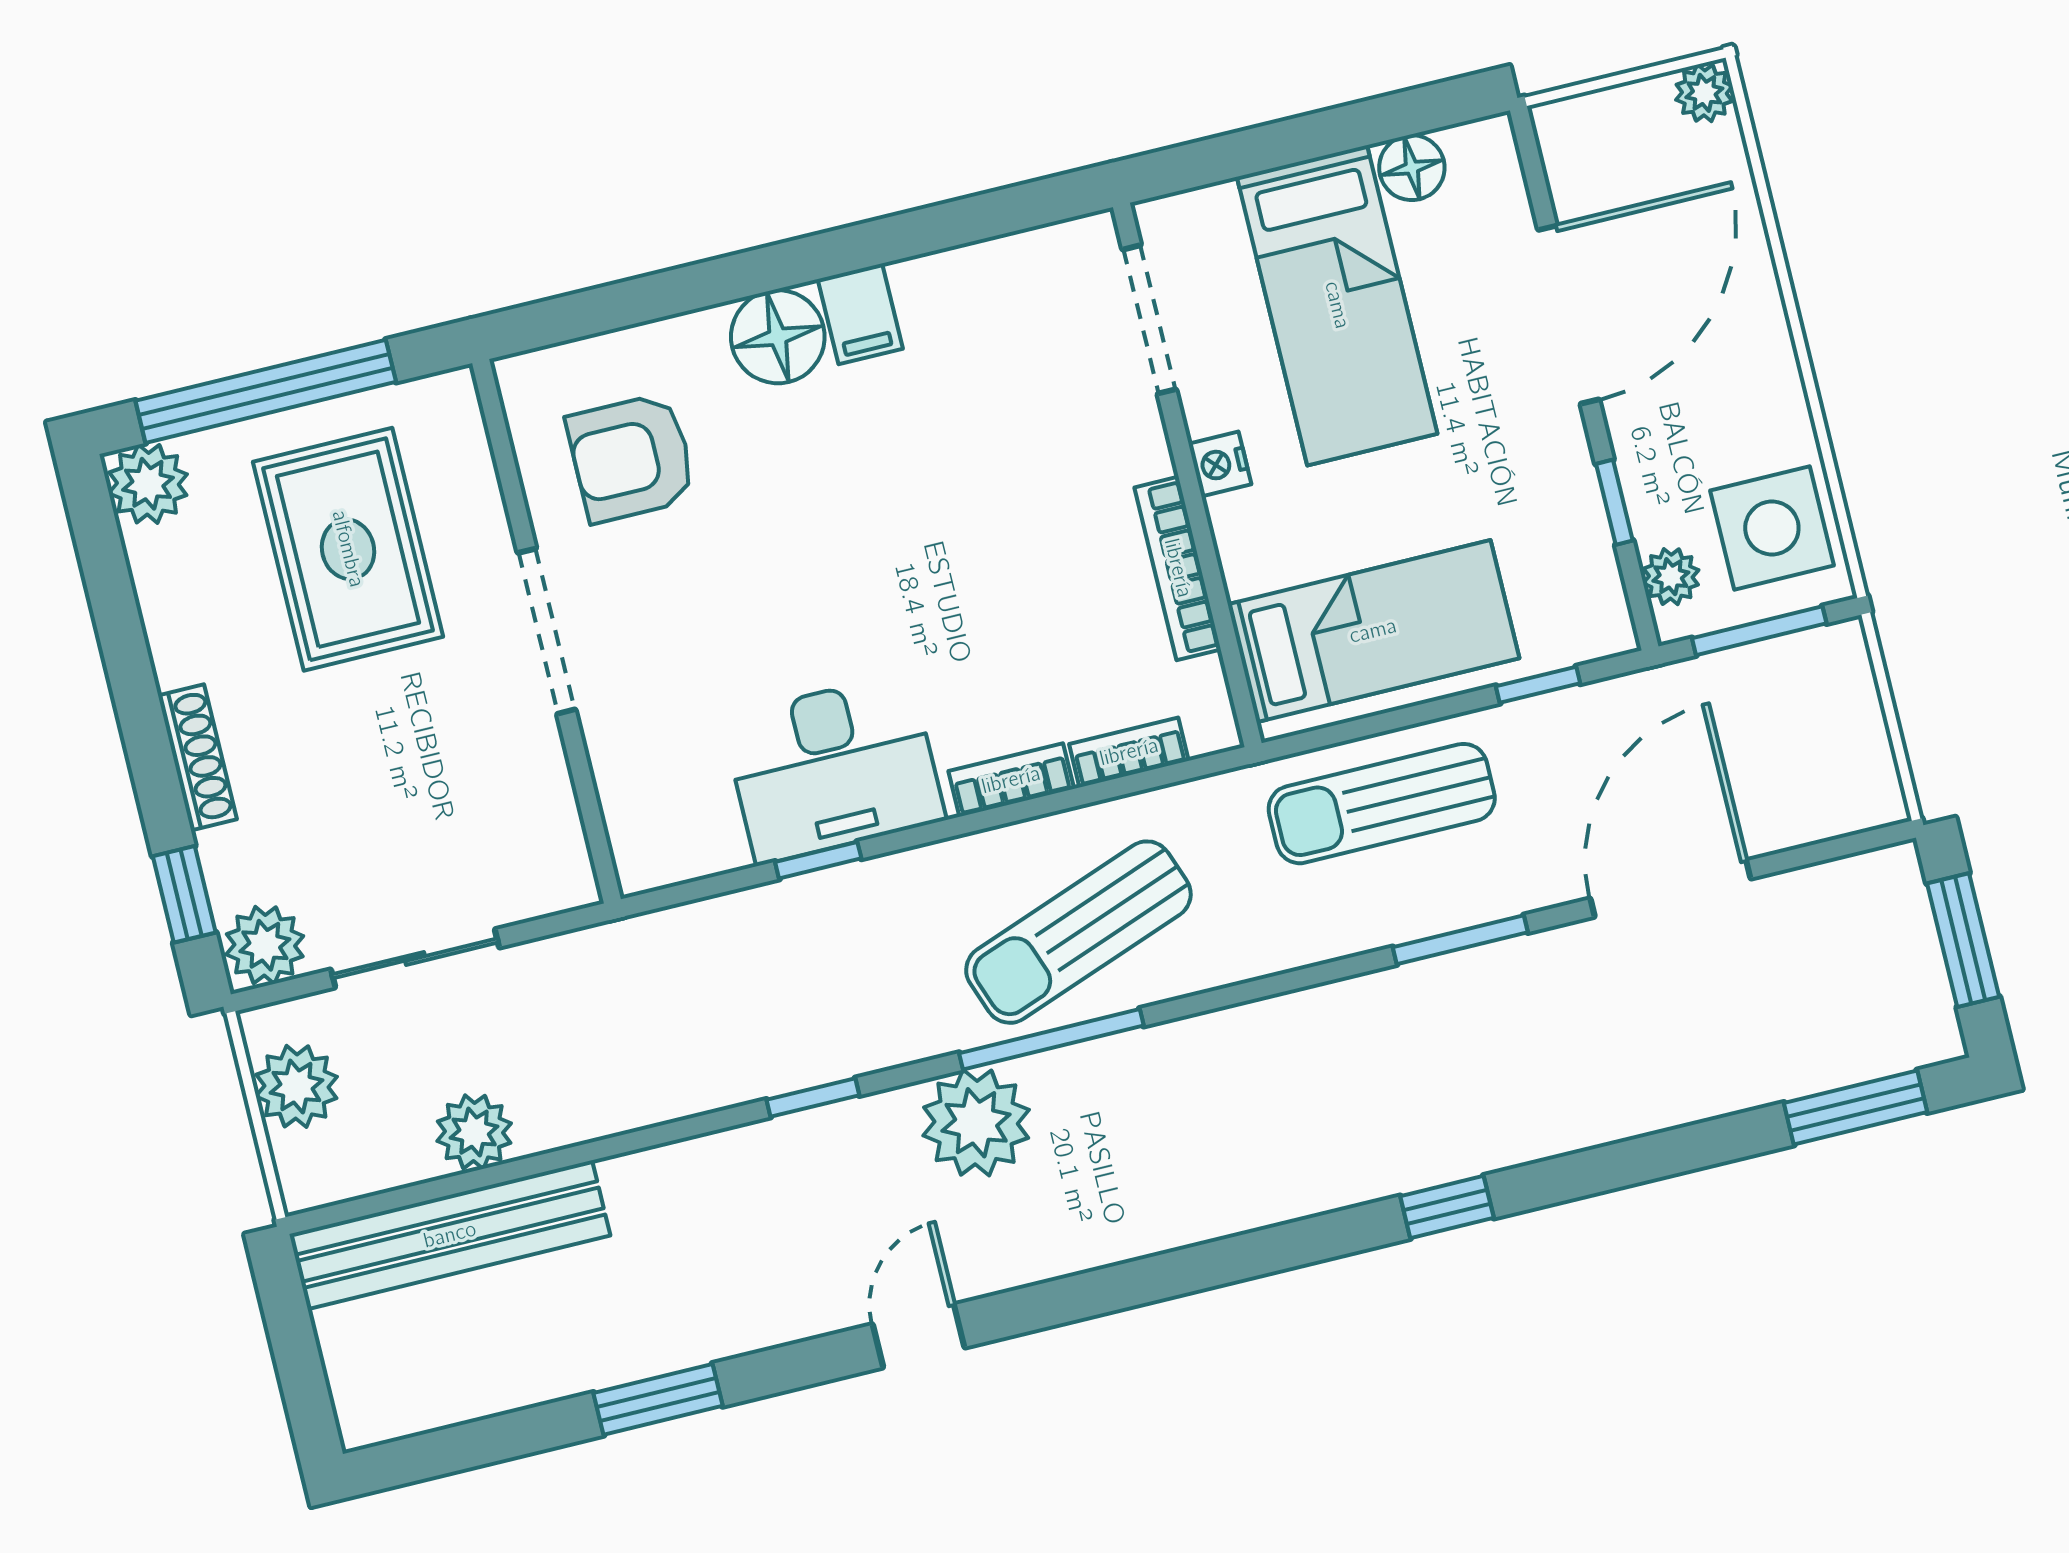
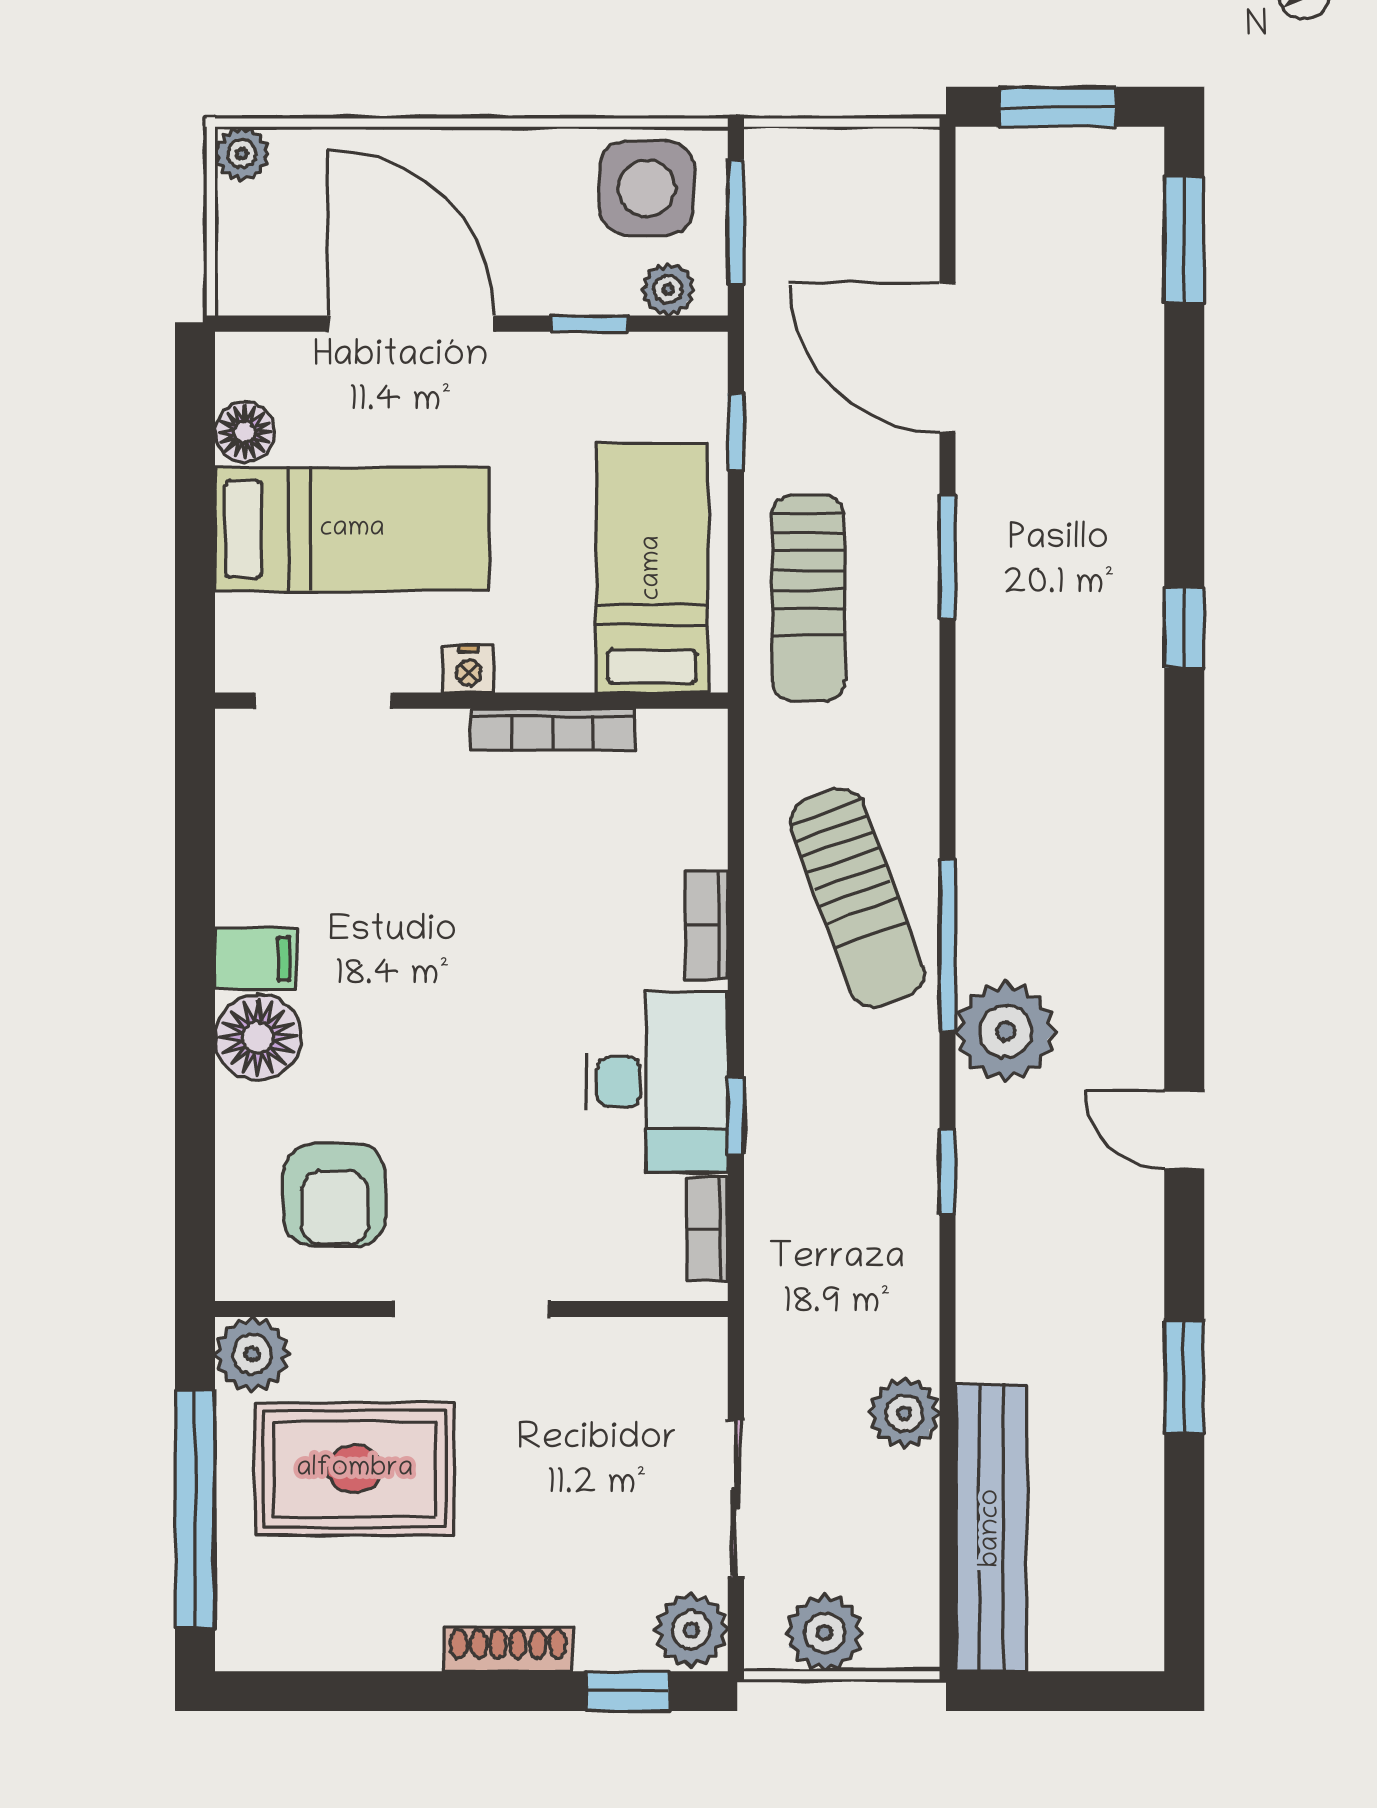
plant: (148, 484) -> (252, 1354), moved
bookcase: (1129, 752) -> (707, 1229), moved
plant: (474, 1132) -> (904, 1413), moved

